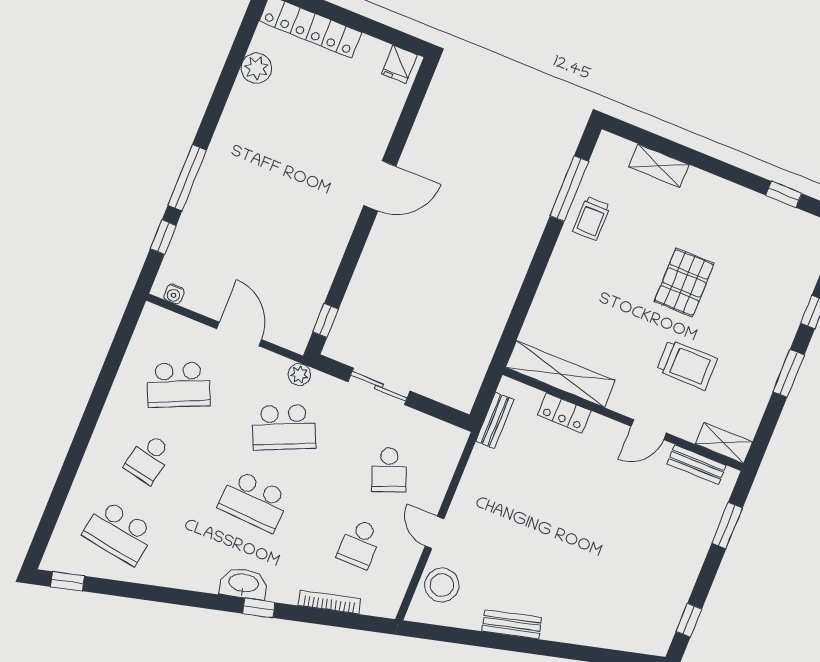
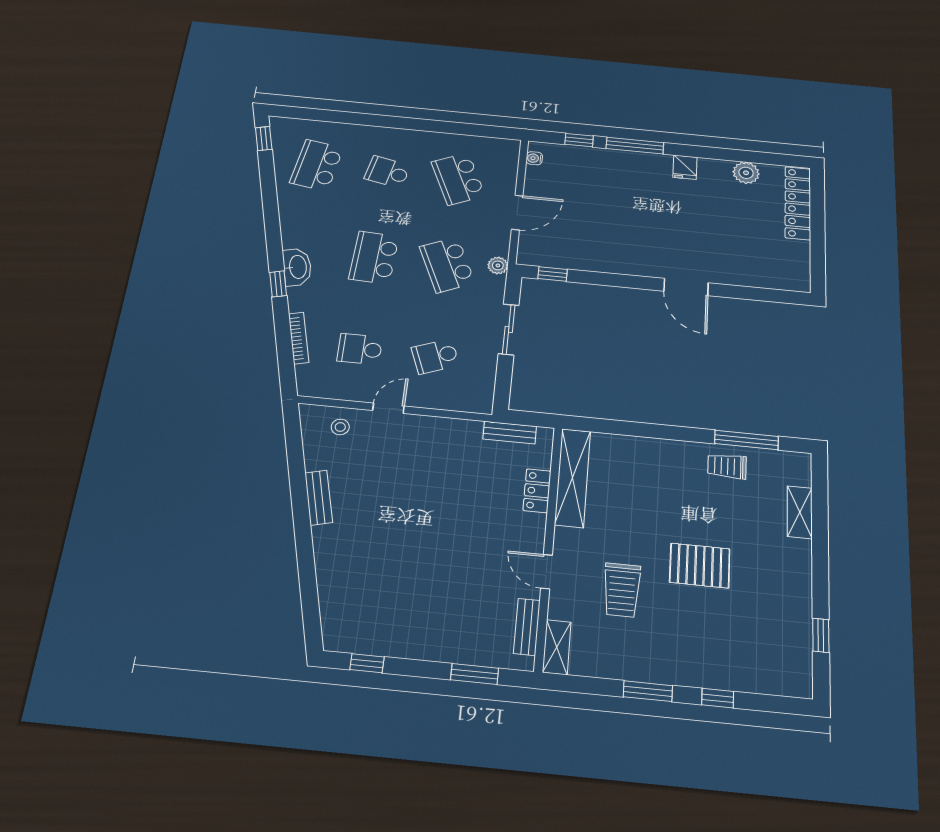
fridge: (400, 64) -> (685, 167), moved, turned -90
stool: (442, 585) -> (340, 427), width x0.53, depth x0.53

